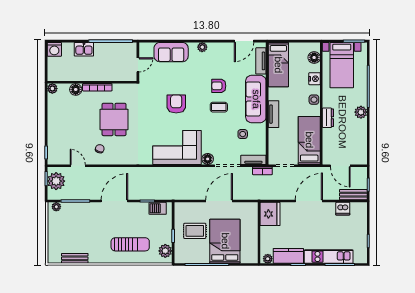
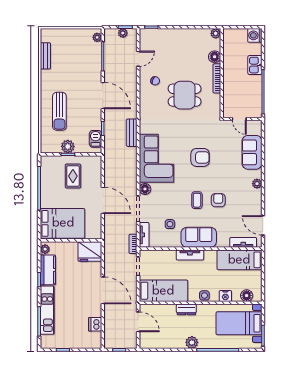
sofa: (256, 99) -> (199, 237), width x0.73
door: (340, 166) -> (138, 322), swing flipped
plant: (56, 181) -> (123, 33), width x0.53, depth x0.53
bench: (353, 195) -> (132, 133), moved
bed: (225, 241) -> (63, 223), moved
plant: (165, 251) -> (68, 146), moved

